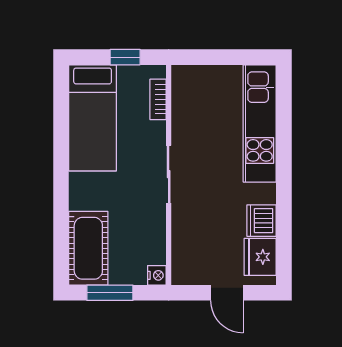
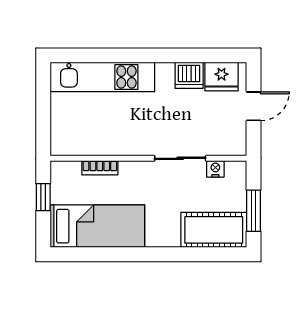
bookcase: (158, 99) -> (100, 168), moved
sliding door: (169, 174) -> (180, 158), moved
nightstand: (157, 275) -> (215, 169), moved

